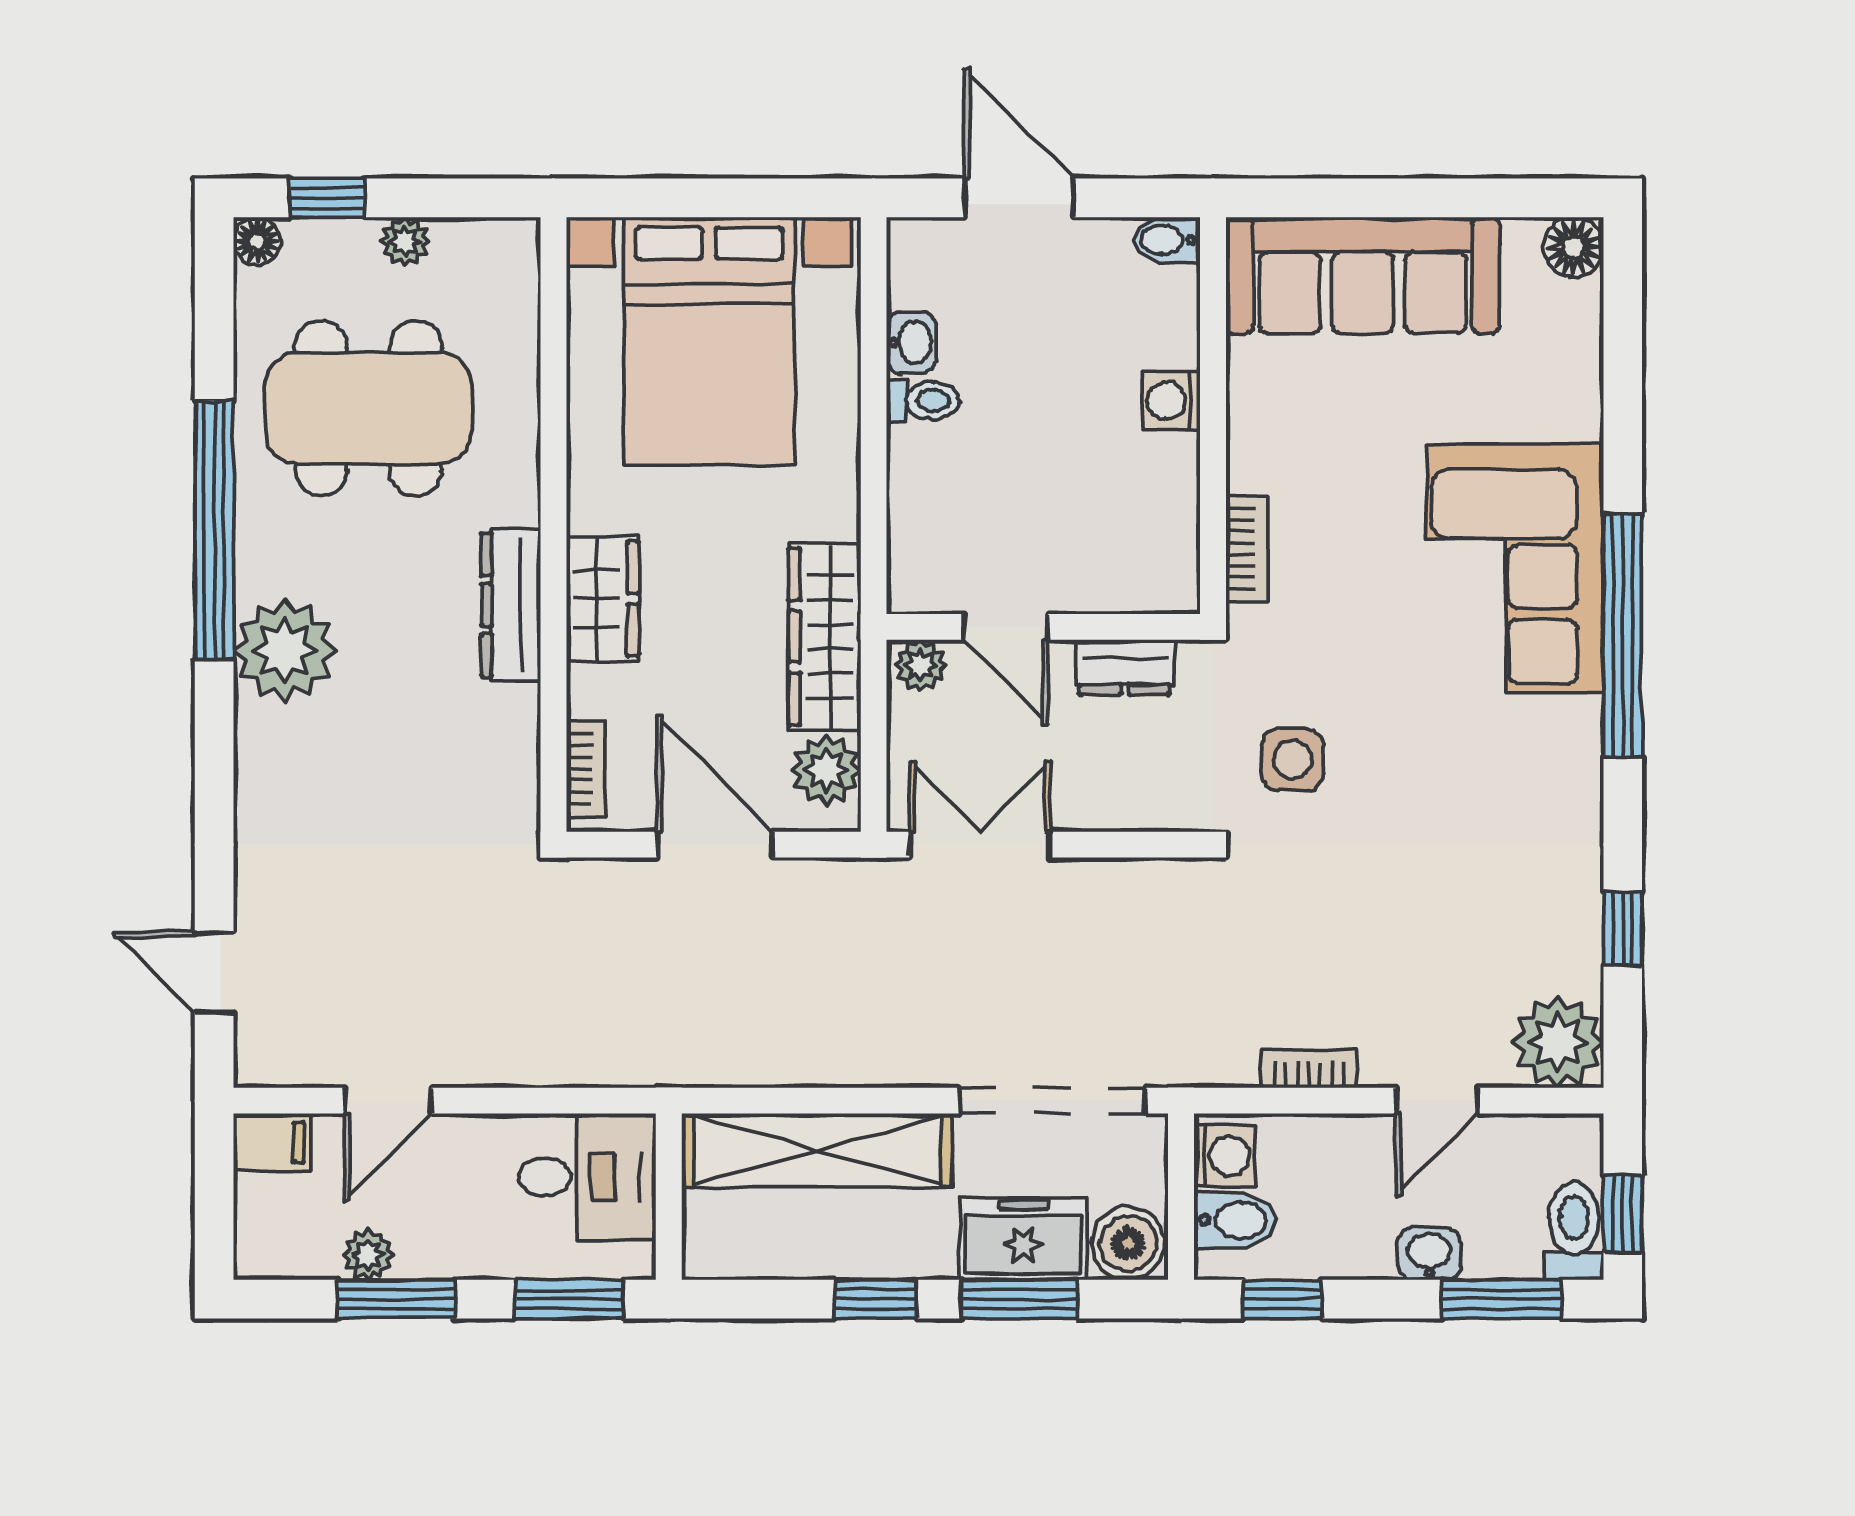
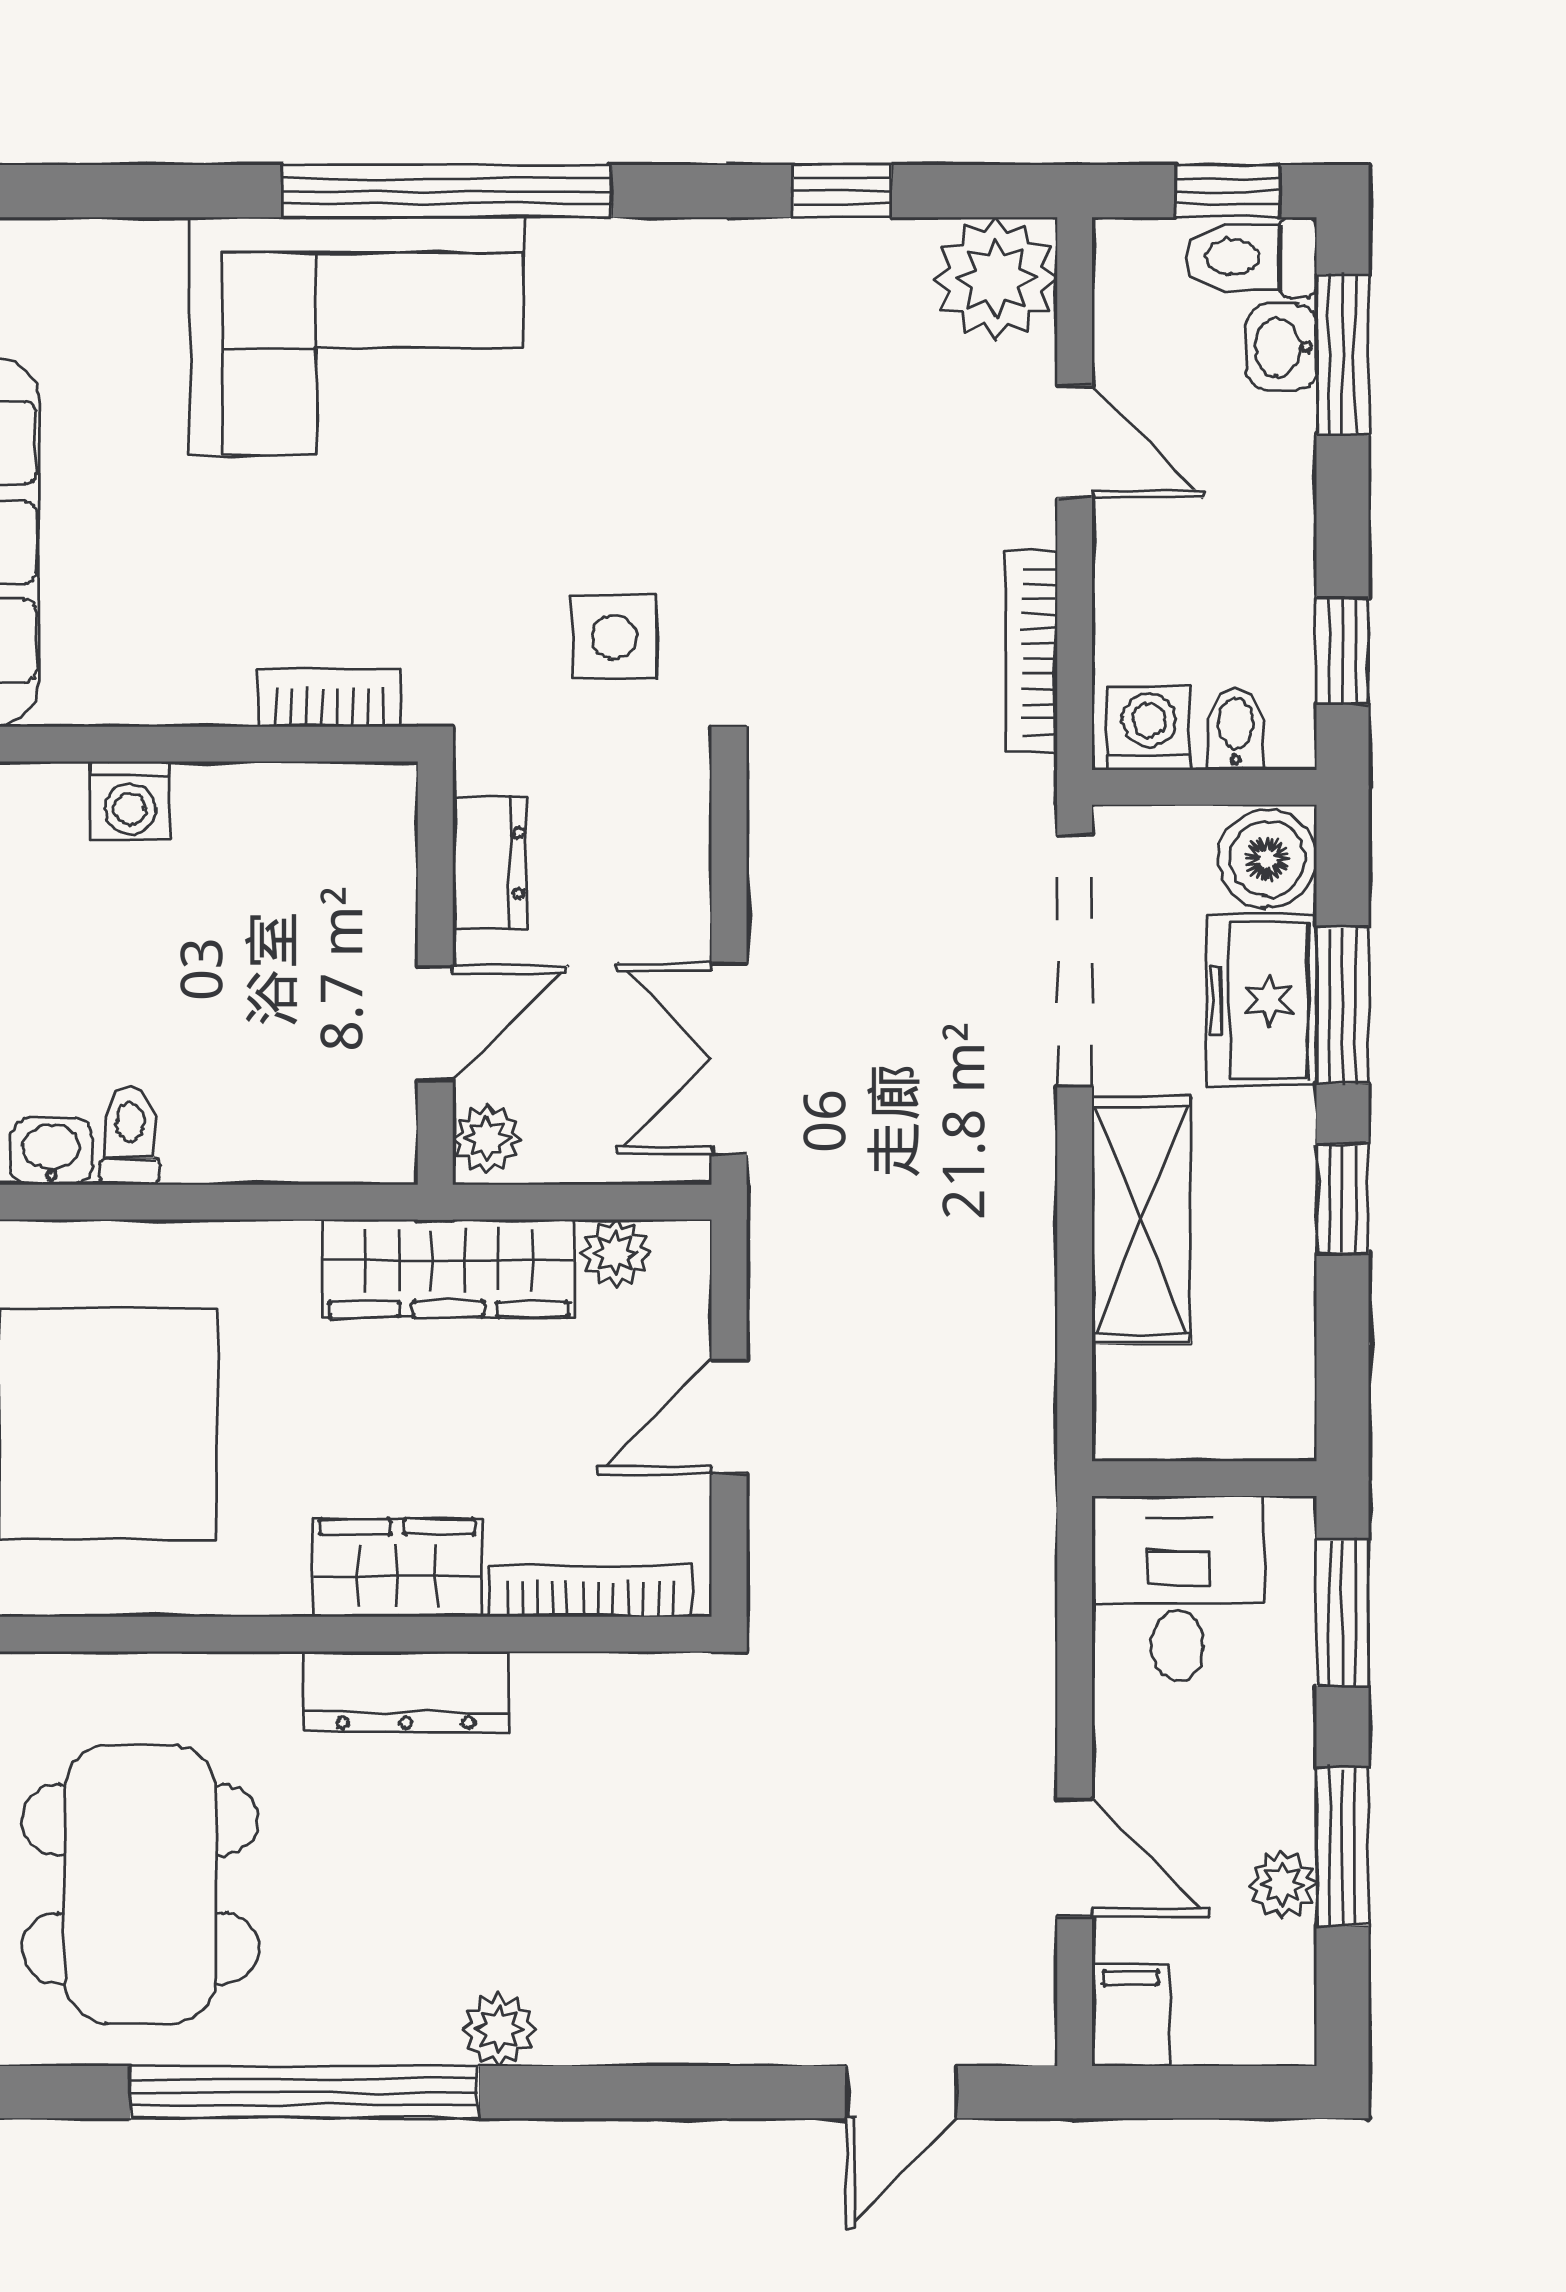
plant: (285, 650) -> (499, 2029), width x0.53, depth x0.53
bookcase: (586, 769) -> (591, 1591), width x1.56
plant: (826, 770) -> (616, 1253), width x0.73, depth x0.73
door: (715, 845) -> (729, 1417), width x0.73
bookcase: (1309, 1069) -> (1031, 651), width x1.56
shelving: (818, 1150) -> (1141, 1220), width x0.68
bidet: (1235, 1220) -> (1236, 729), width x0.72, depth x0.74
washbasin: (1429, 1254) -> (1282, 347), moved

